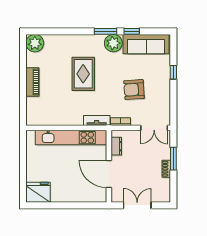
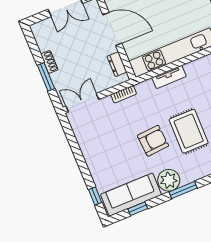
window: (132, 31) -> (138, 209), moved
window: (173, 72) -> (95, 196), moved
armchair: (134, 90) -> (153, 141), moved
tv unit: (97, 120) -> (169, 77), moved

